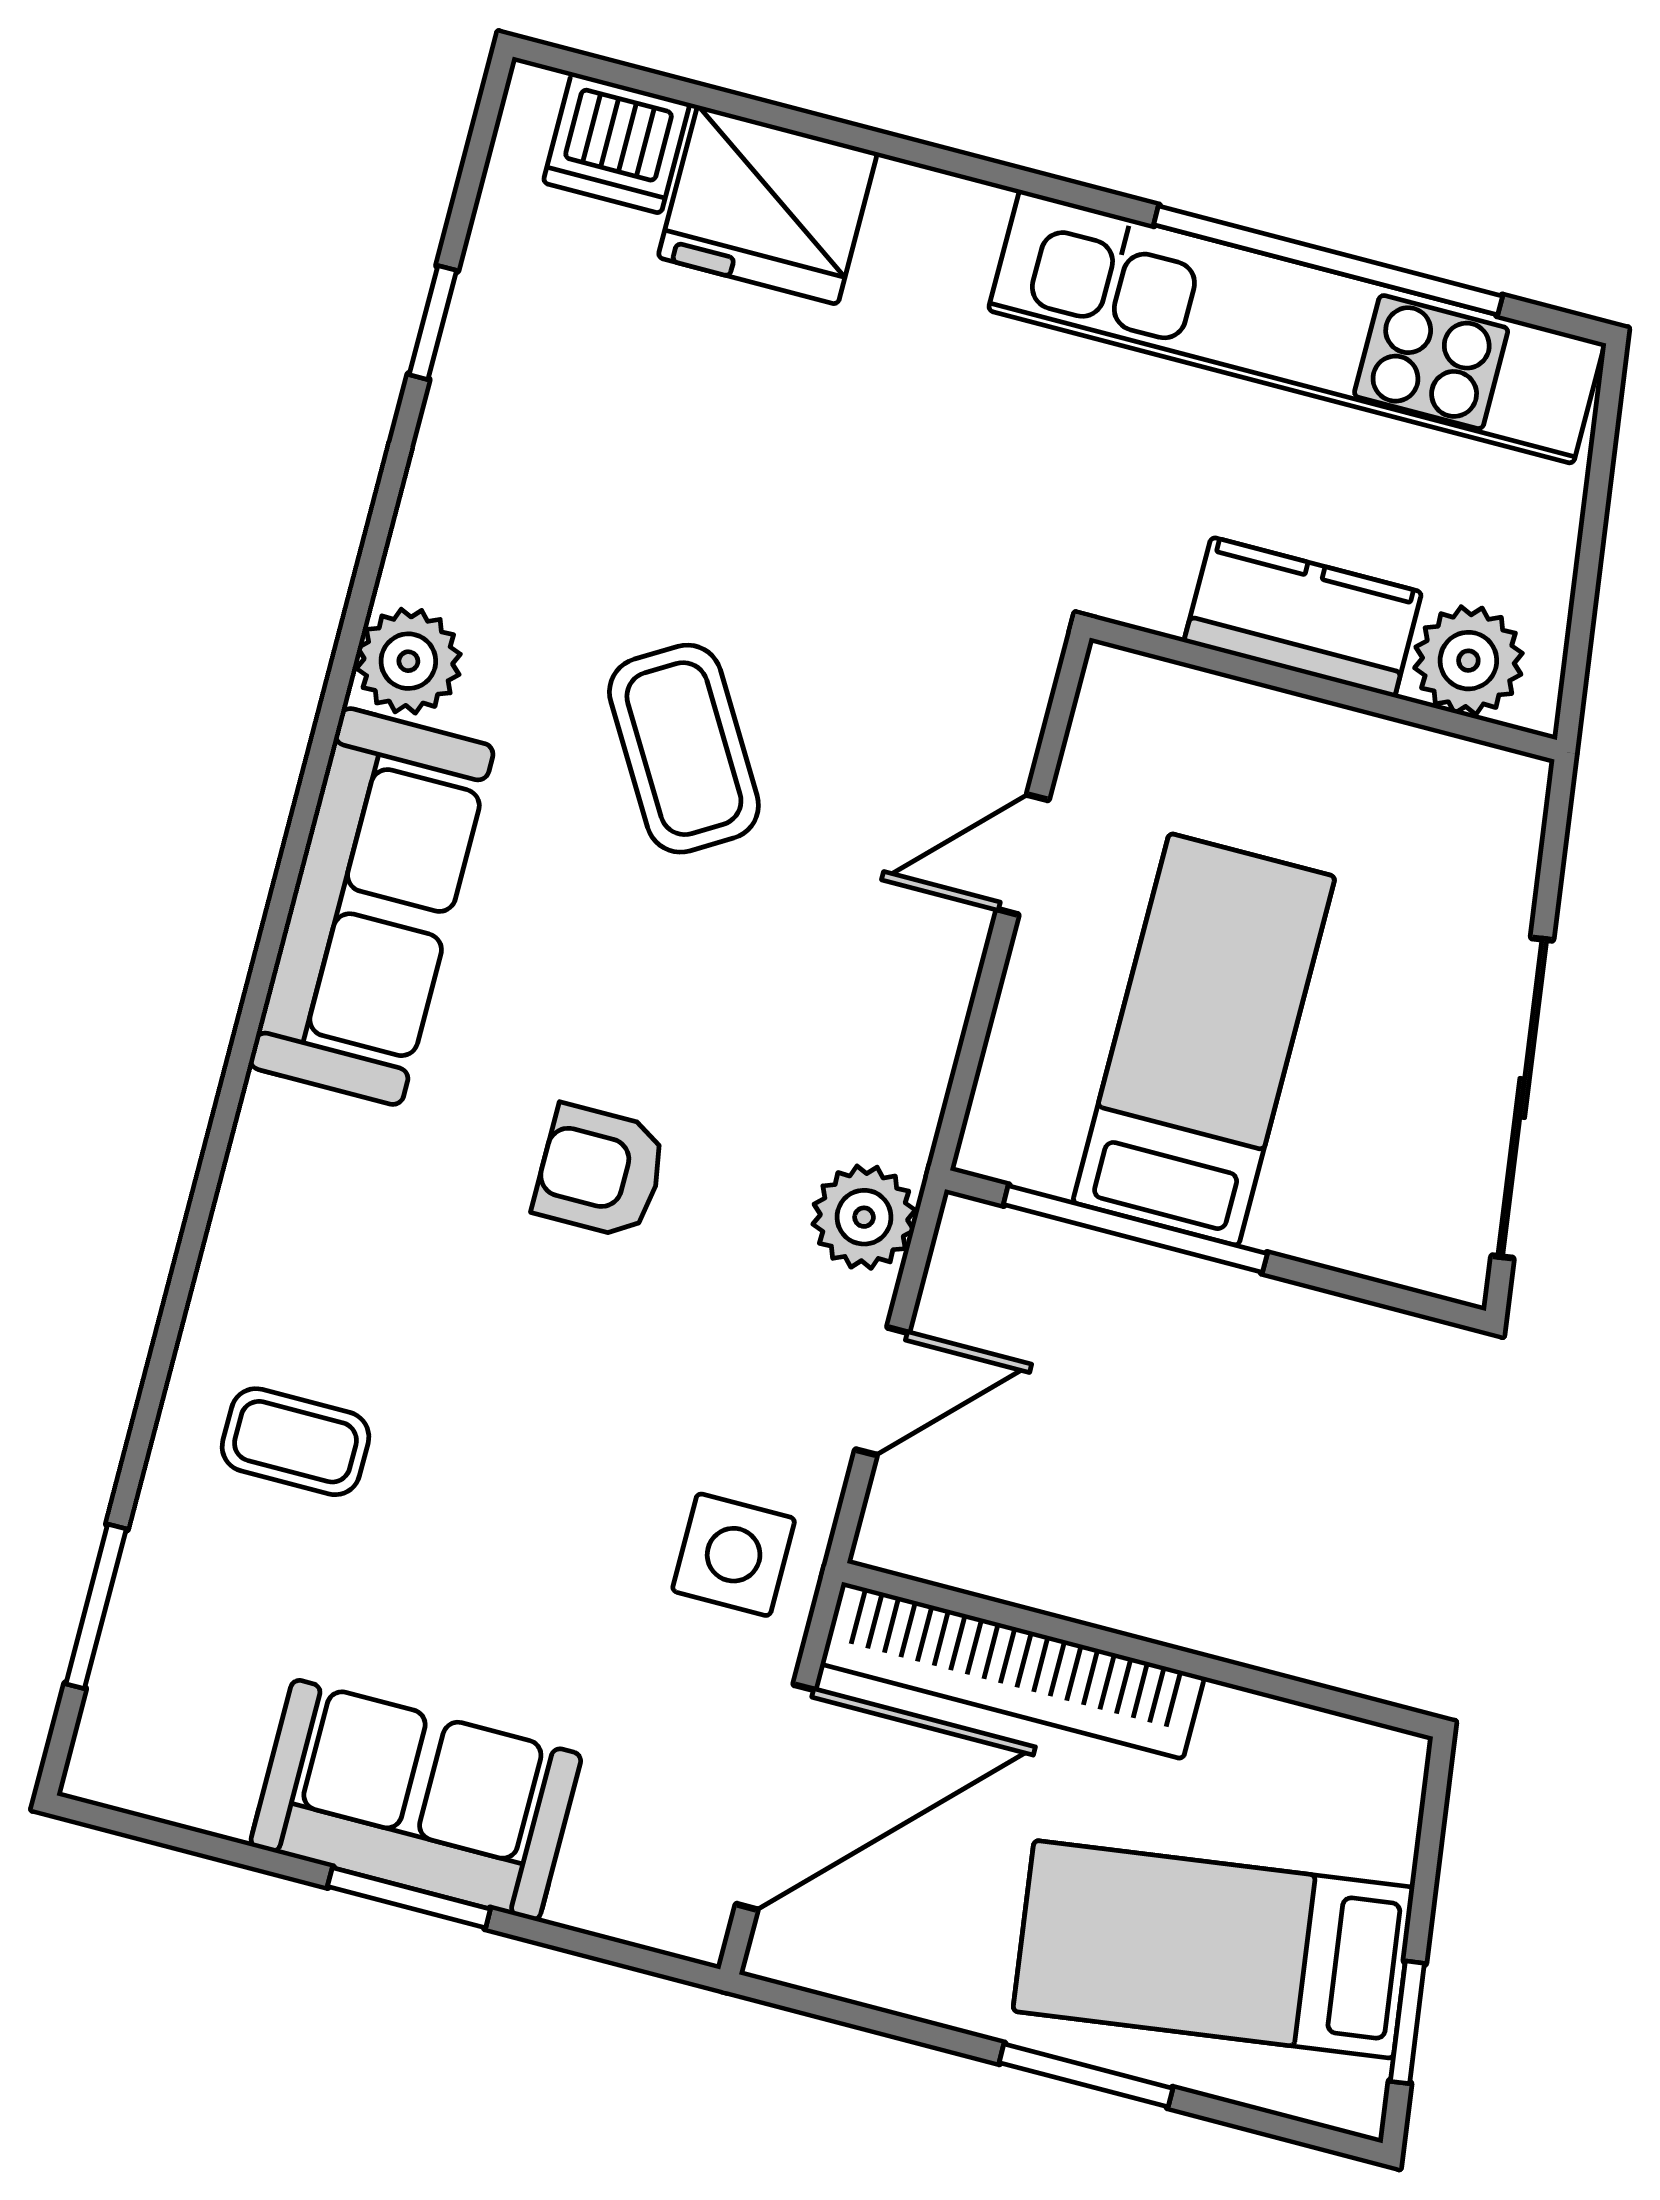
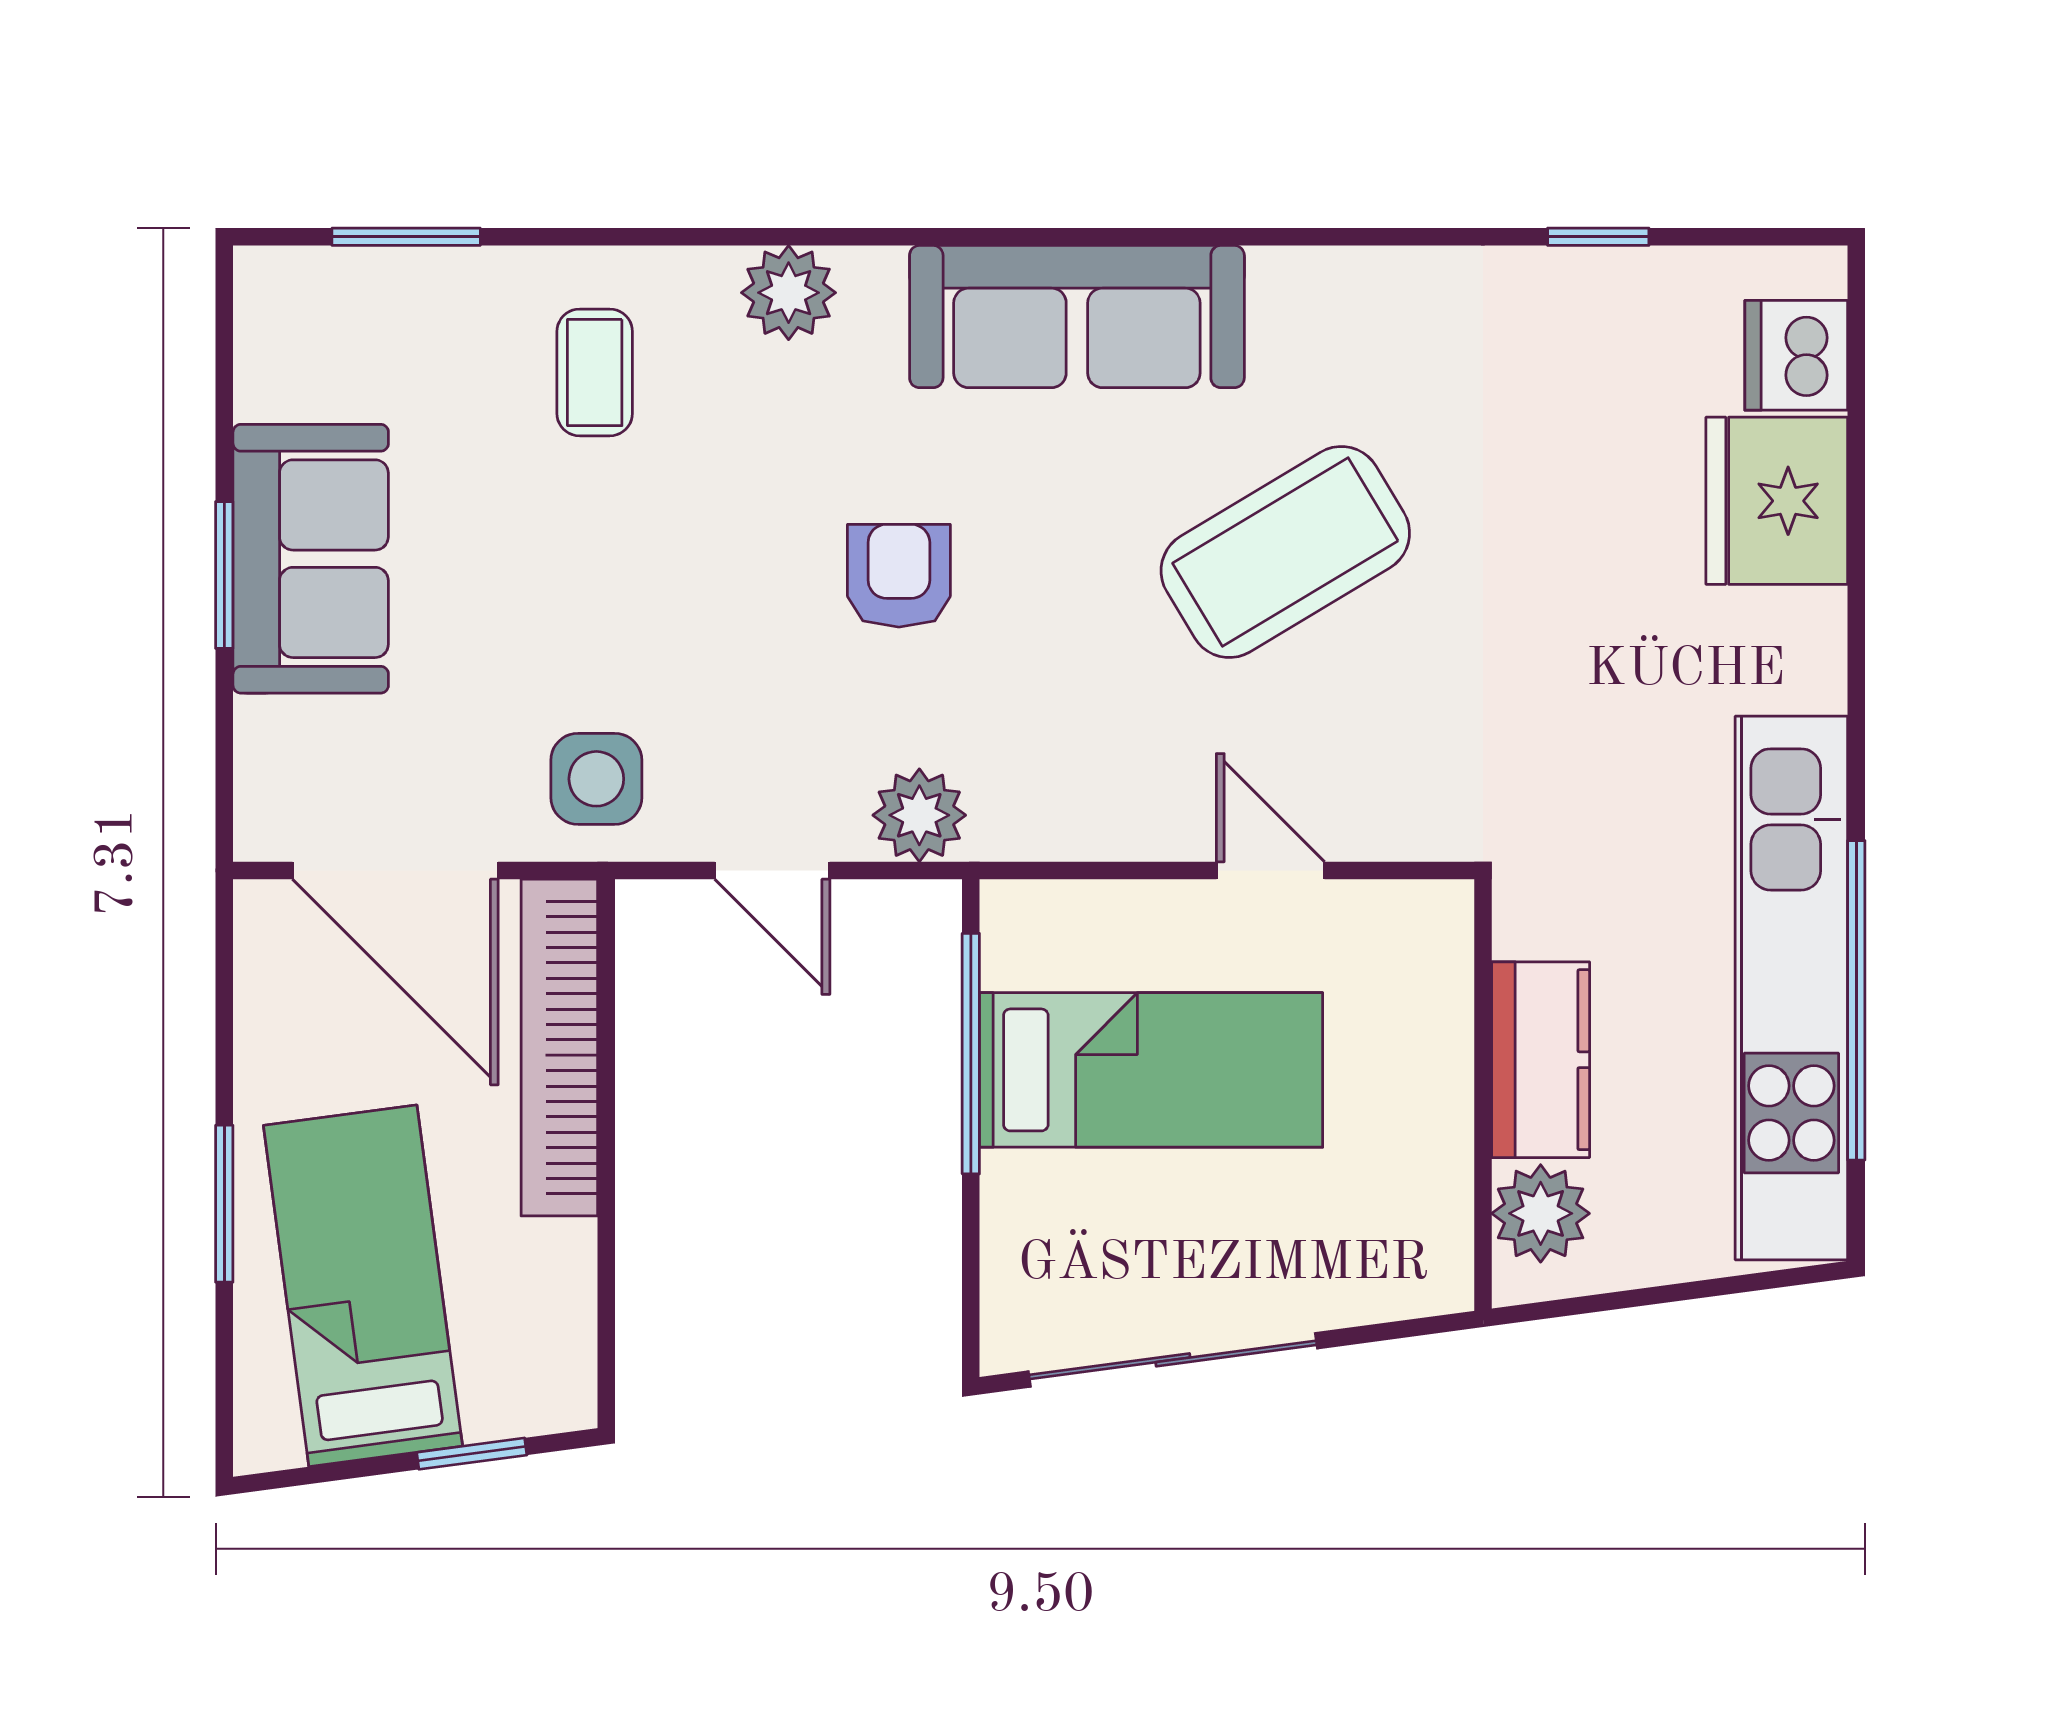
plant: (408, 661) -> (789, 293), moved
coffee table: (684, 749) -> (1285, 552), width x1.36, depth x1.32
window: (1407, 2022) -> (472, 1454), moved

